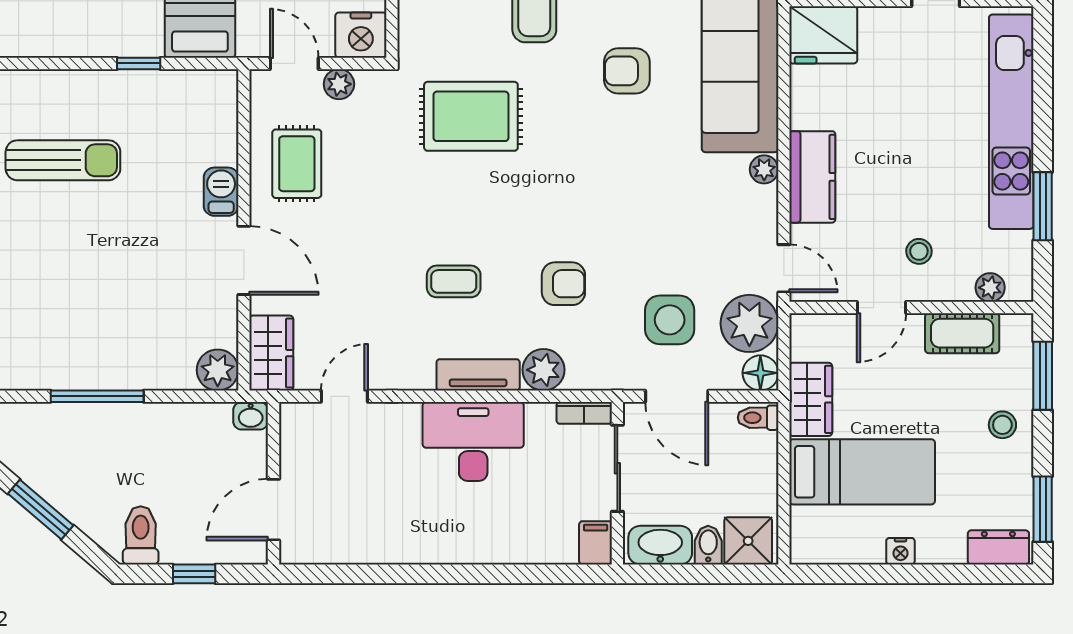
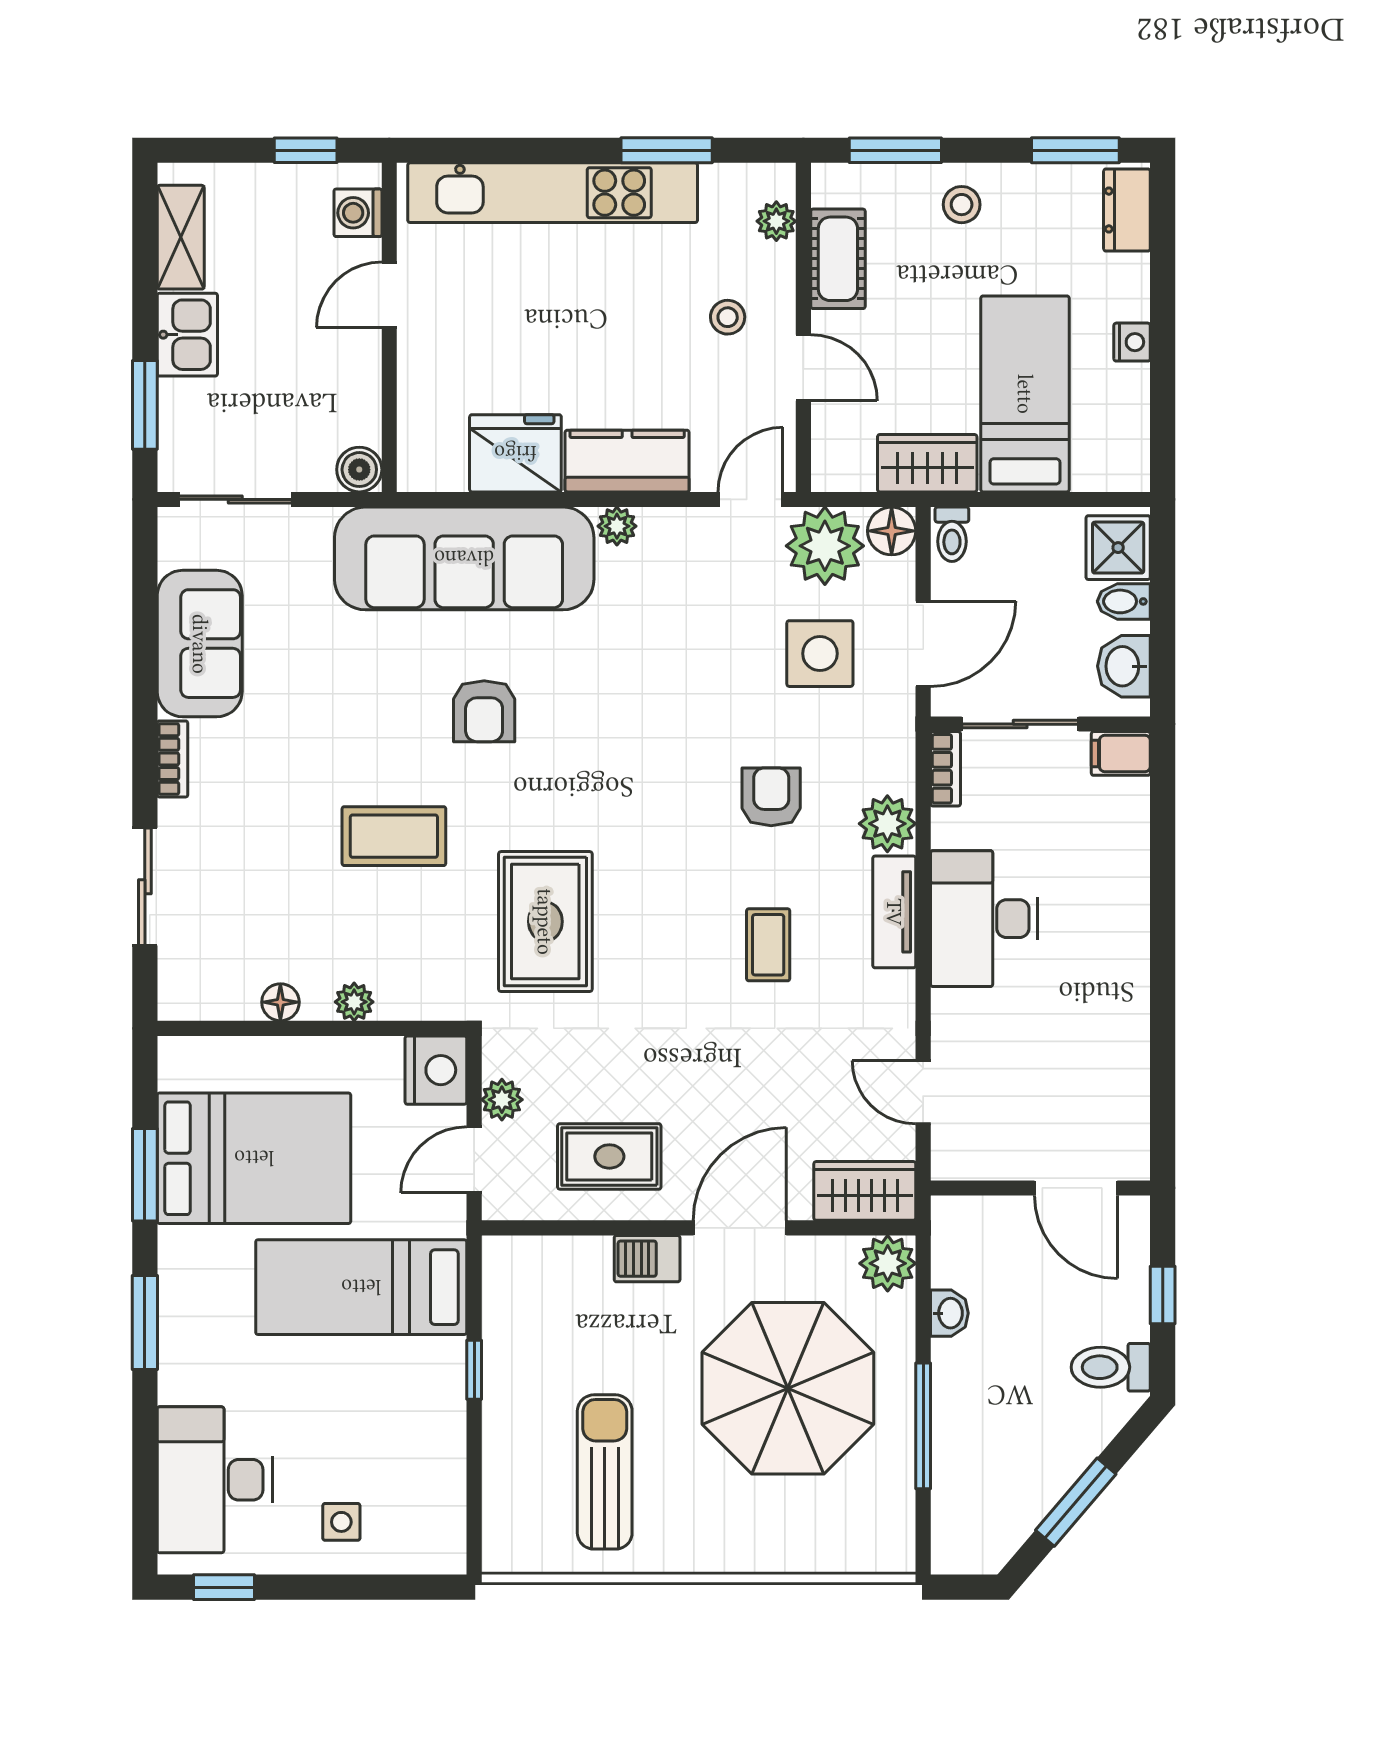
fridge: (823, 35) -> (515, 453), moved, turned -90
parasol: (125, 296) -> (788, 1388), added
washbasin: (251, 416) -> (949, 1313), moved
washbasin: (660, 545) -> (1124, 666), width x0.72

